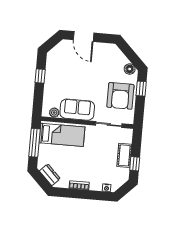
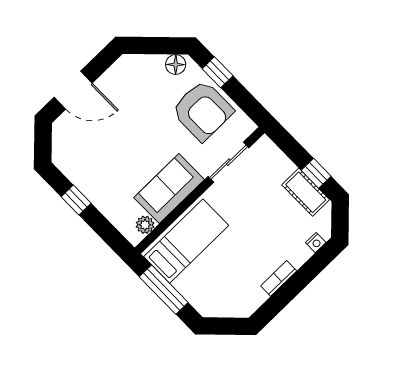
cot: (124, 155) -> (306, 192), moved
dresser: (50, 175) -> (228, 307), removed

